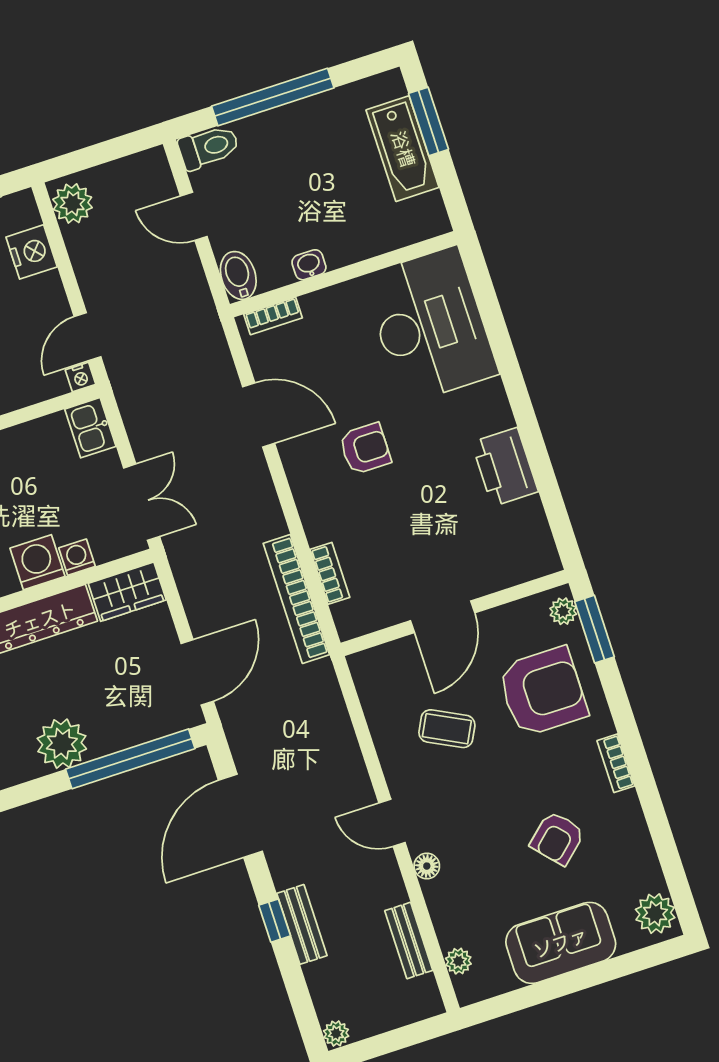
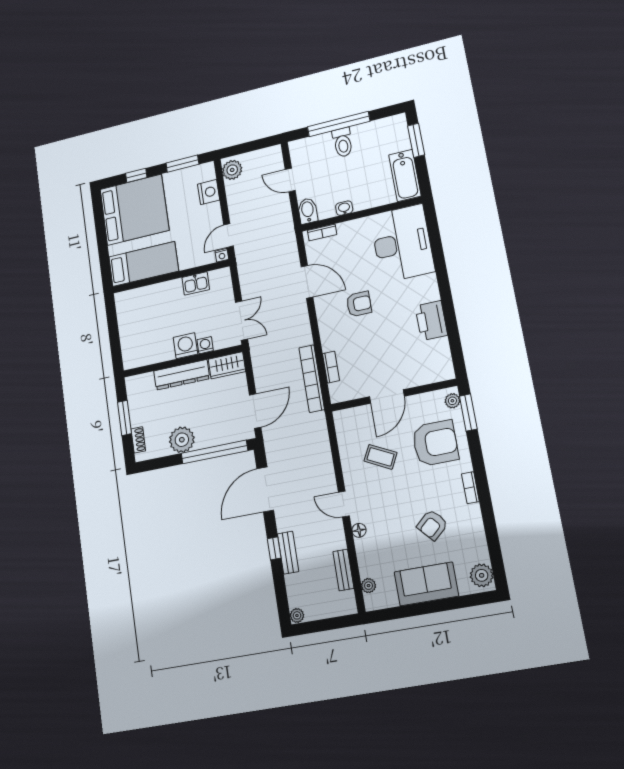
toilet: (209, 147) -> (343, 142), moved, turned 90
bathtub: (403, 149) -> (405, 175), moved
kitchen sink: (90, 428) -> (196, 283), moved, turned -90

